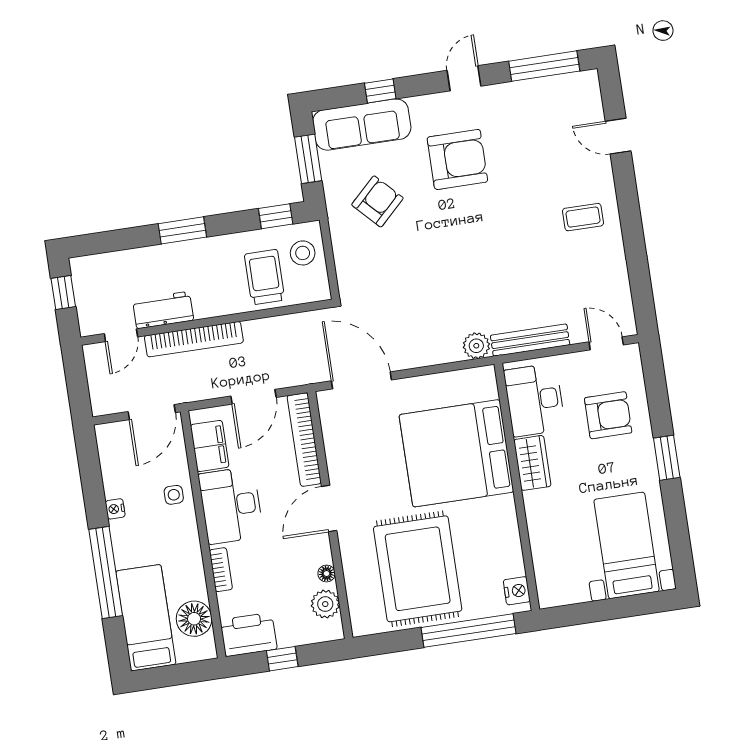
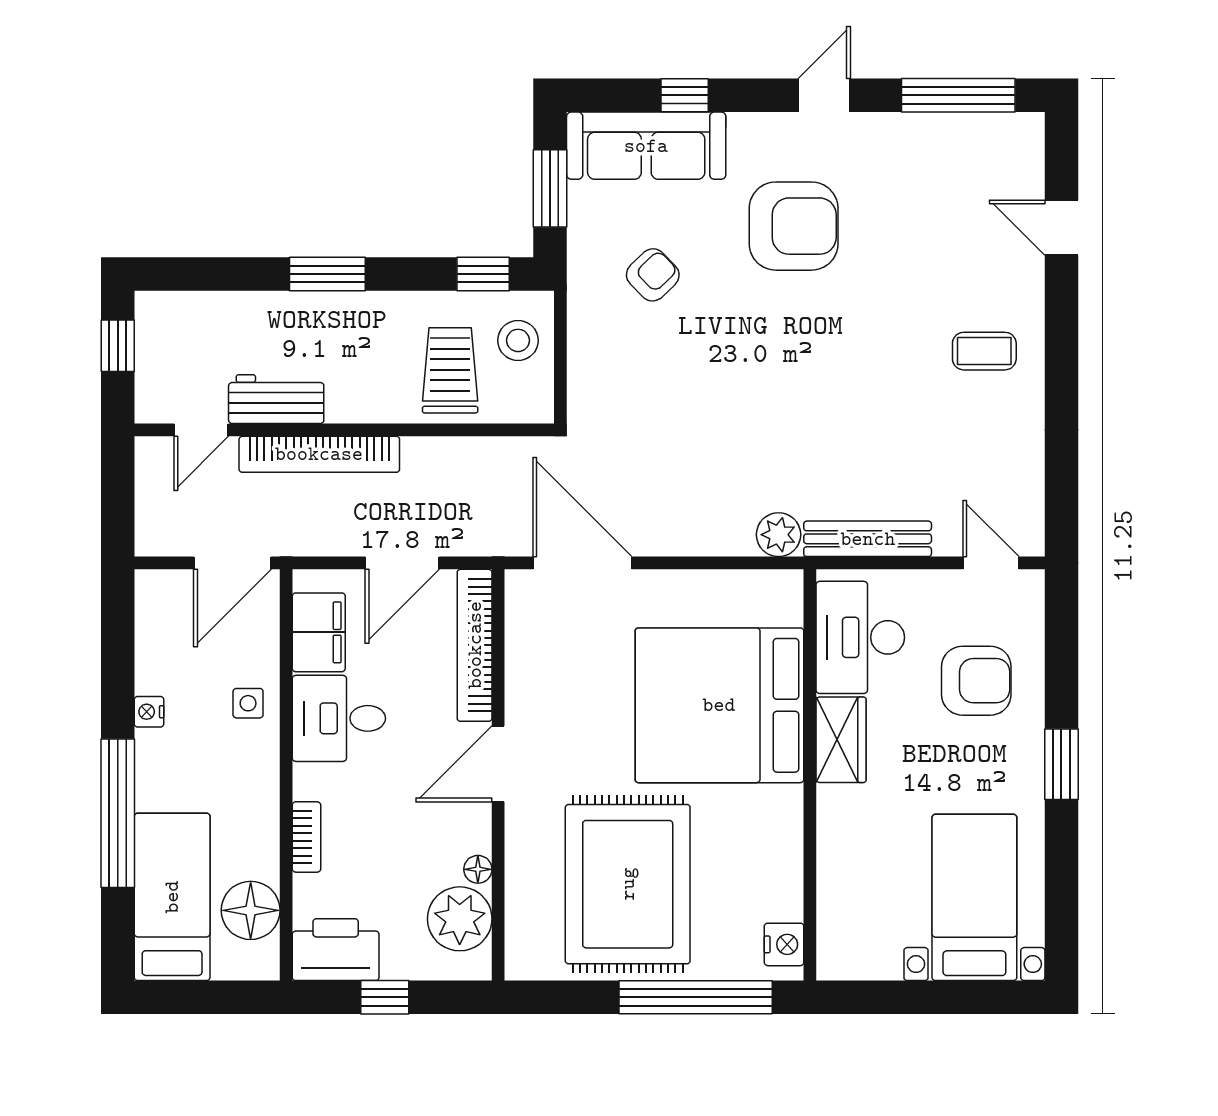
armchair: (377, 201) -> (653, 275), width x0.72, depth x0.72
desk: (231, 505) -> (339, 718), width x0.73
plant: (325, 604) -> (460, 919), width x1.36, depth x1.36

